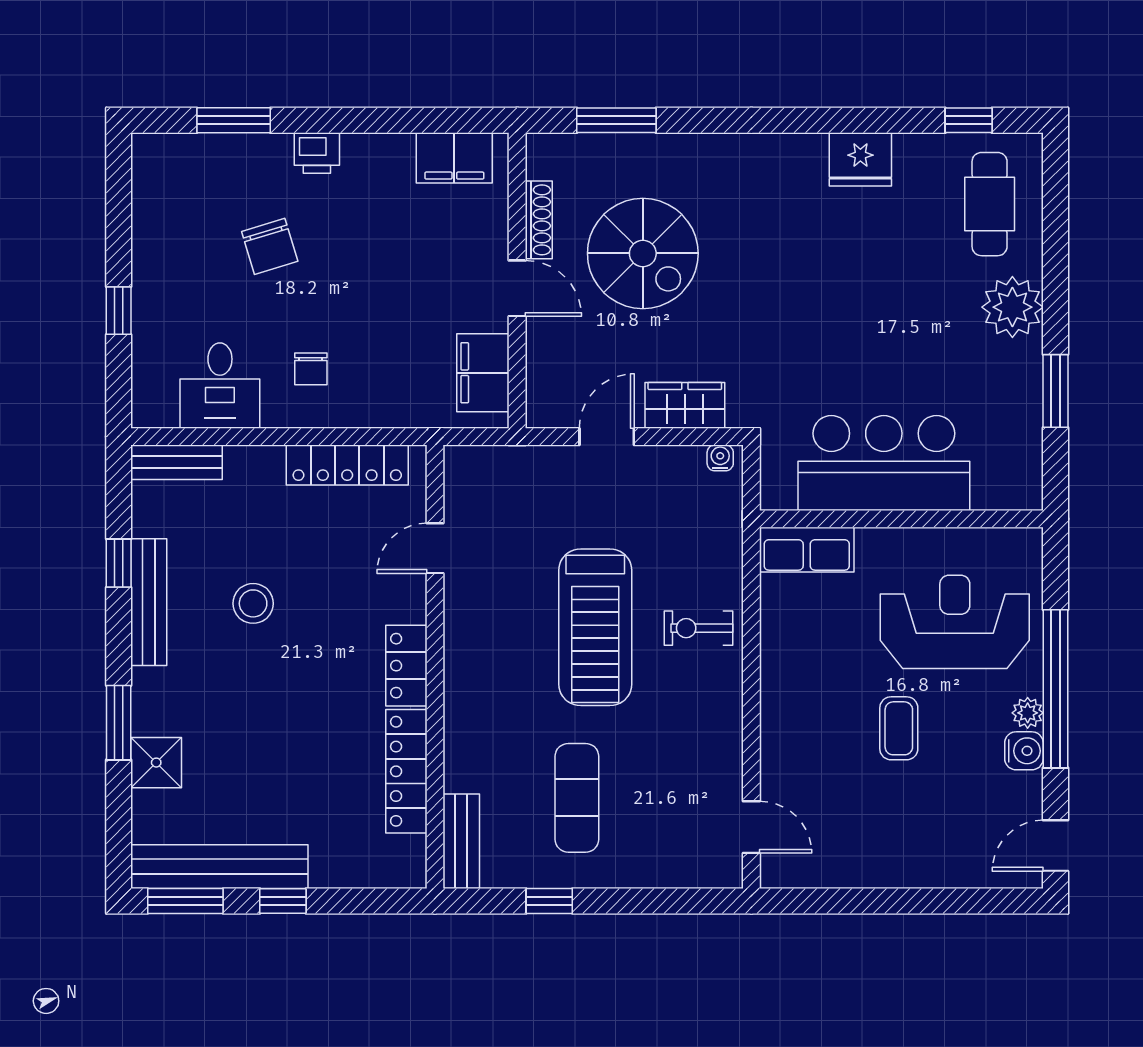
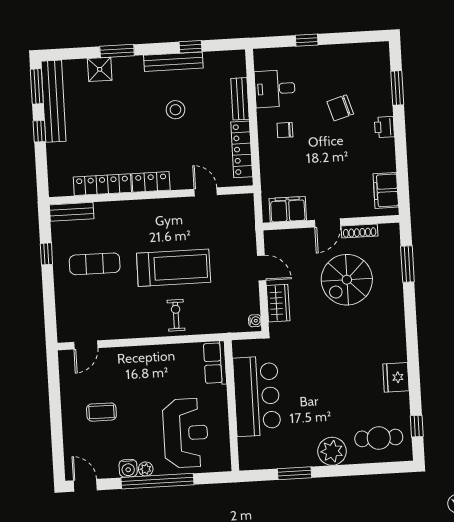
bench: (177, 462) -> (240, 99), moved
treadmill: (595, 627) -> (174, 268), turned 180
coffee table: (899, 728) -> (101, 412), moved

